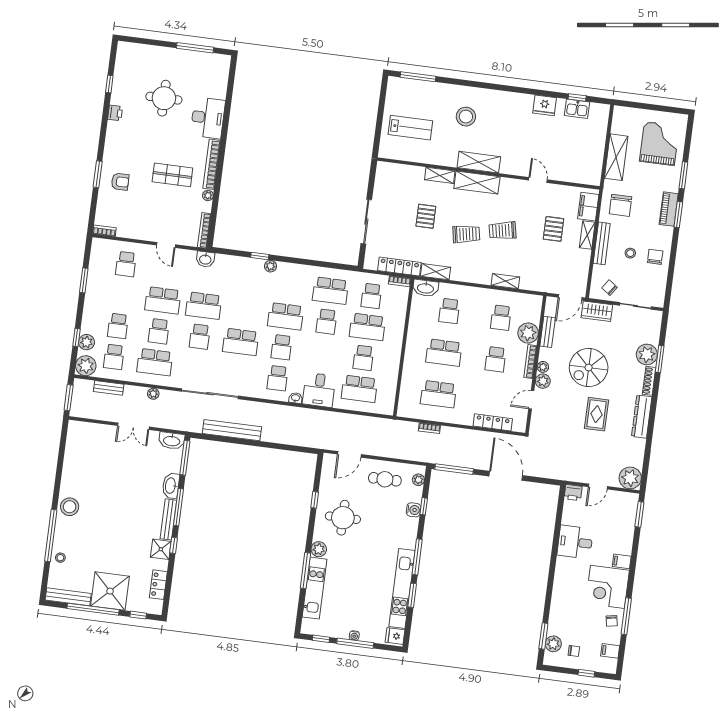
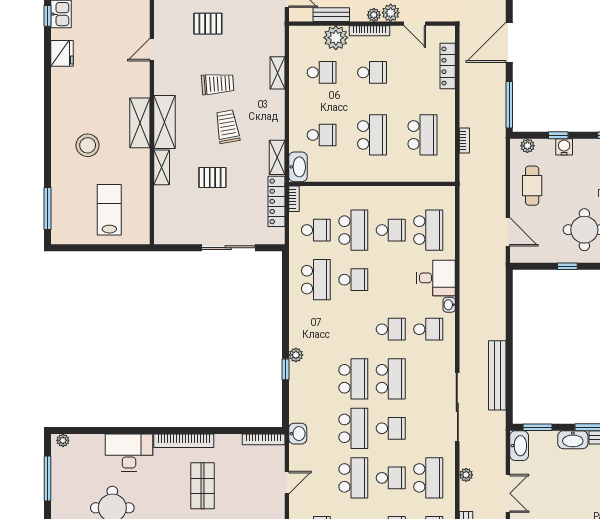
plant: (208, 195) -> (63, 440), moved
trolley: (503, 231) -> (218, 84), turned -83
school desk: (286, 316) -> (353, 379), moved
window: (185, 458) -> (537, 427), width x0.69

